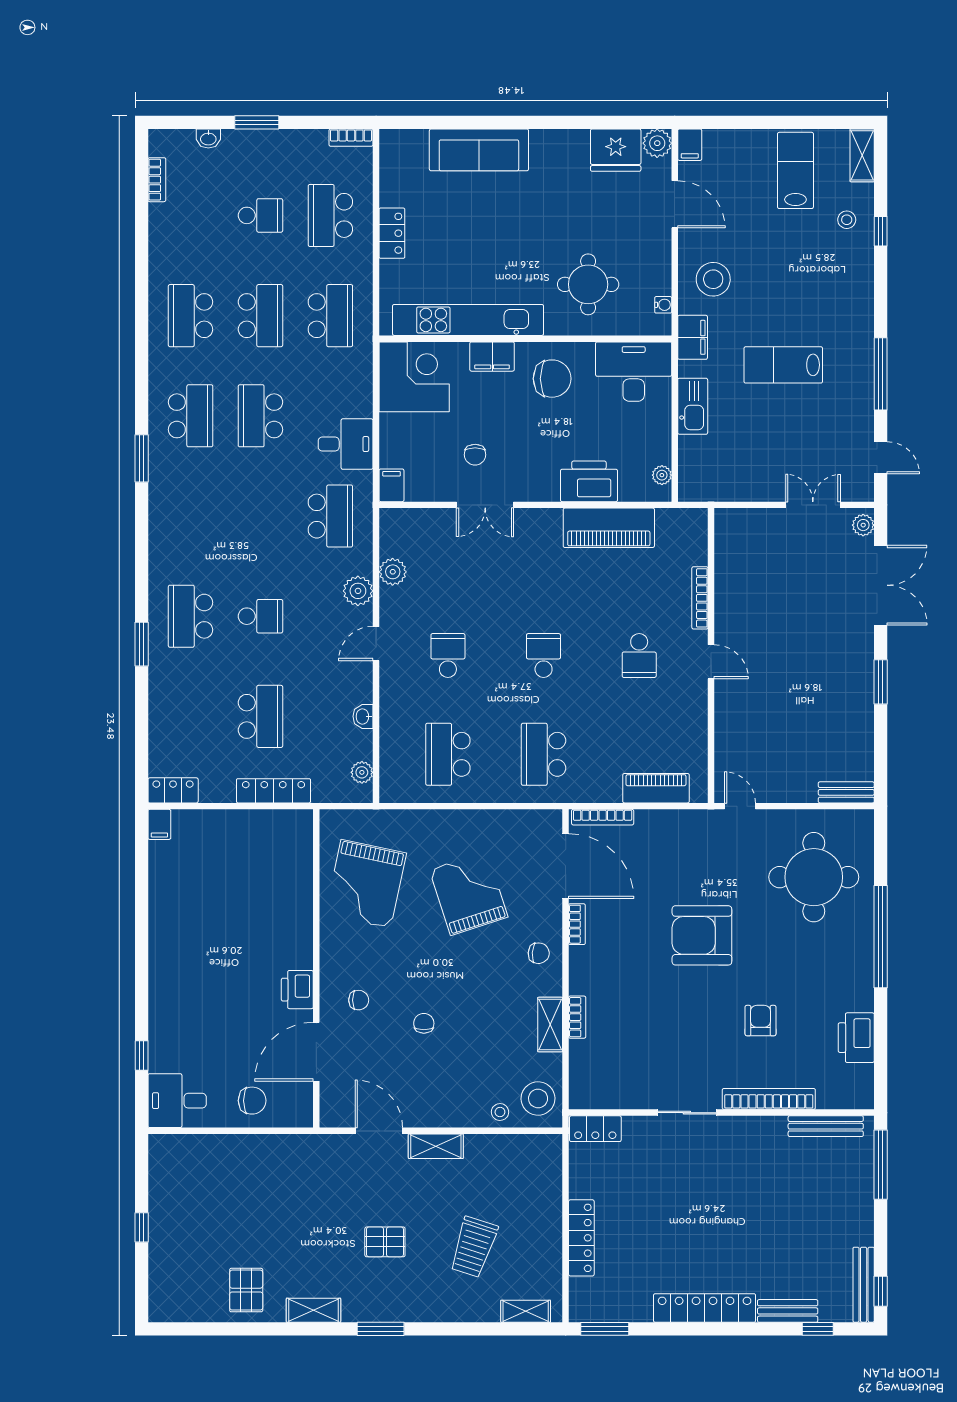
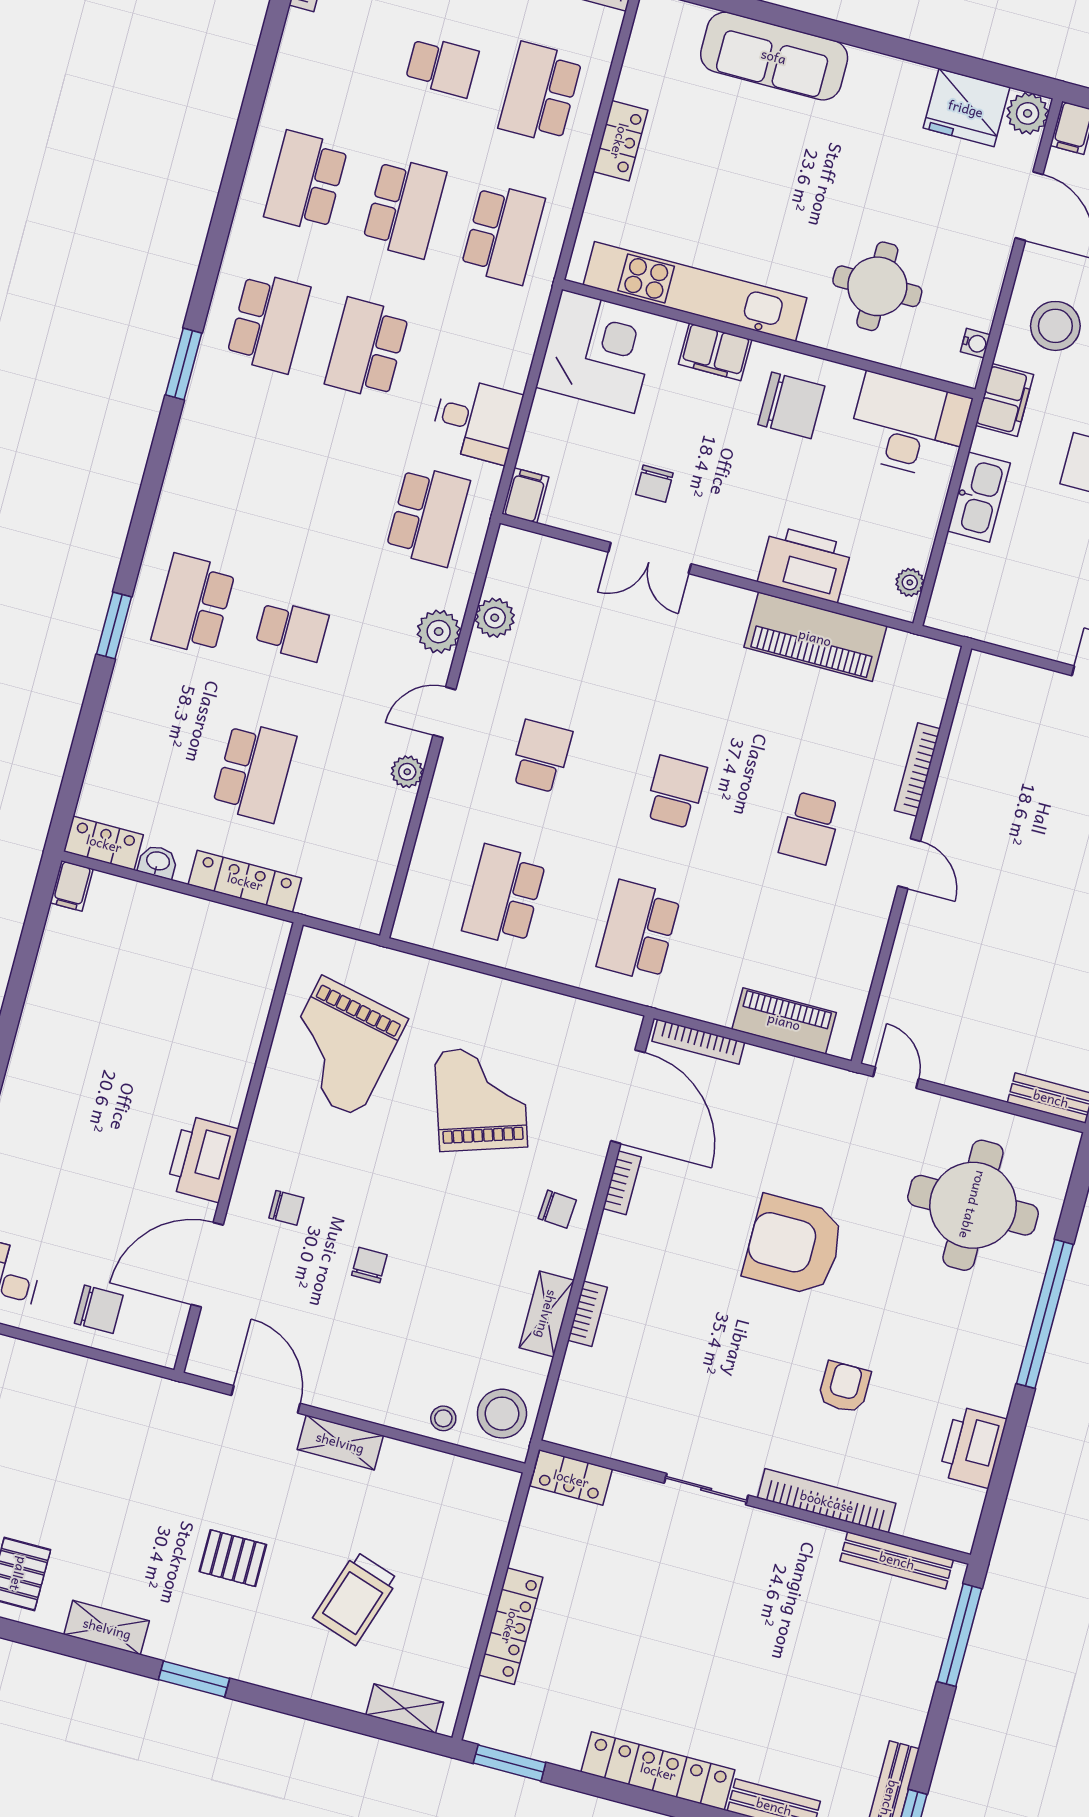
washbasin: (363, 716) -> (158, 862), moved, turned 90
plant: (362, 772) -> (407, 772), moved
printer: (297, 990) -> (202, 1159), width x1.37, depth x1.19

